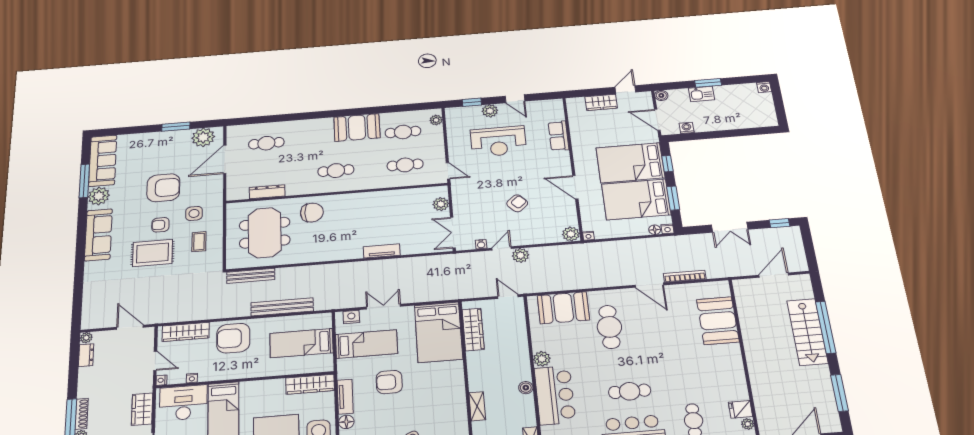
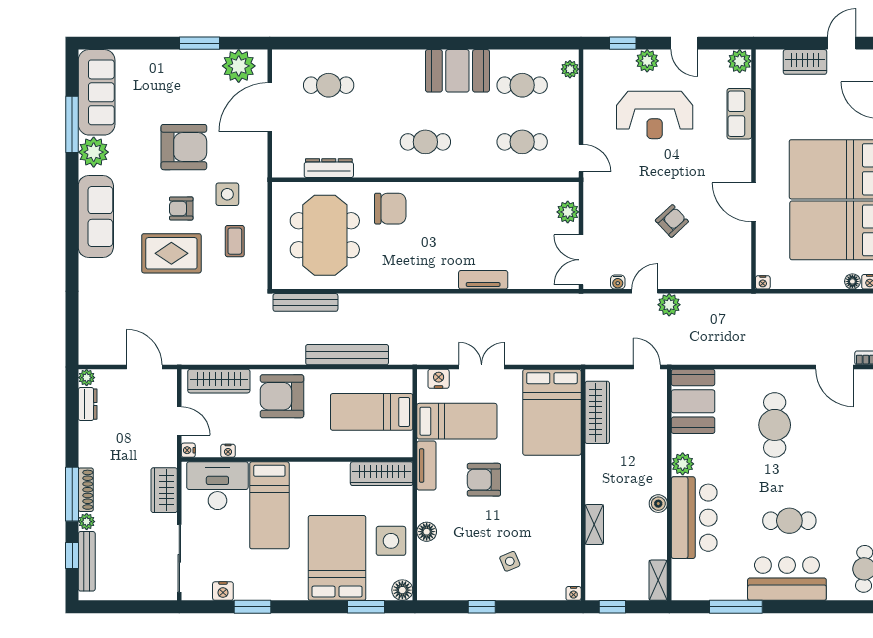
plant: (571, 234) -> (740, 61), moved
booth: (563, 308) -> (693, 401), moved, turned 90
tv unit: (345, 397) -> (426, 466), moved

